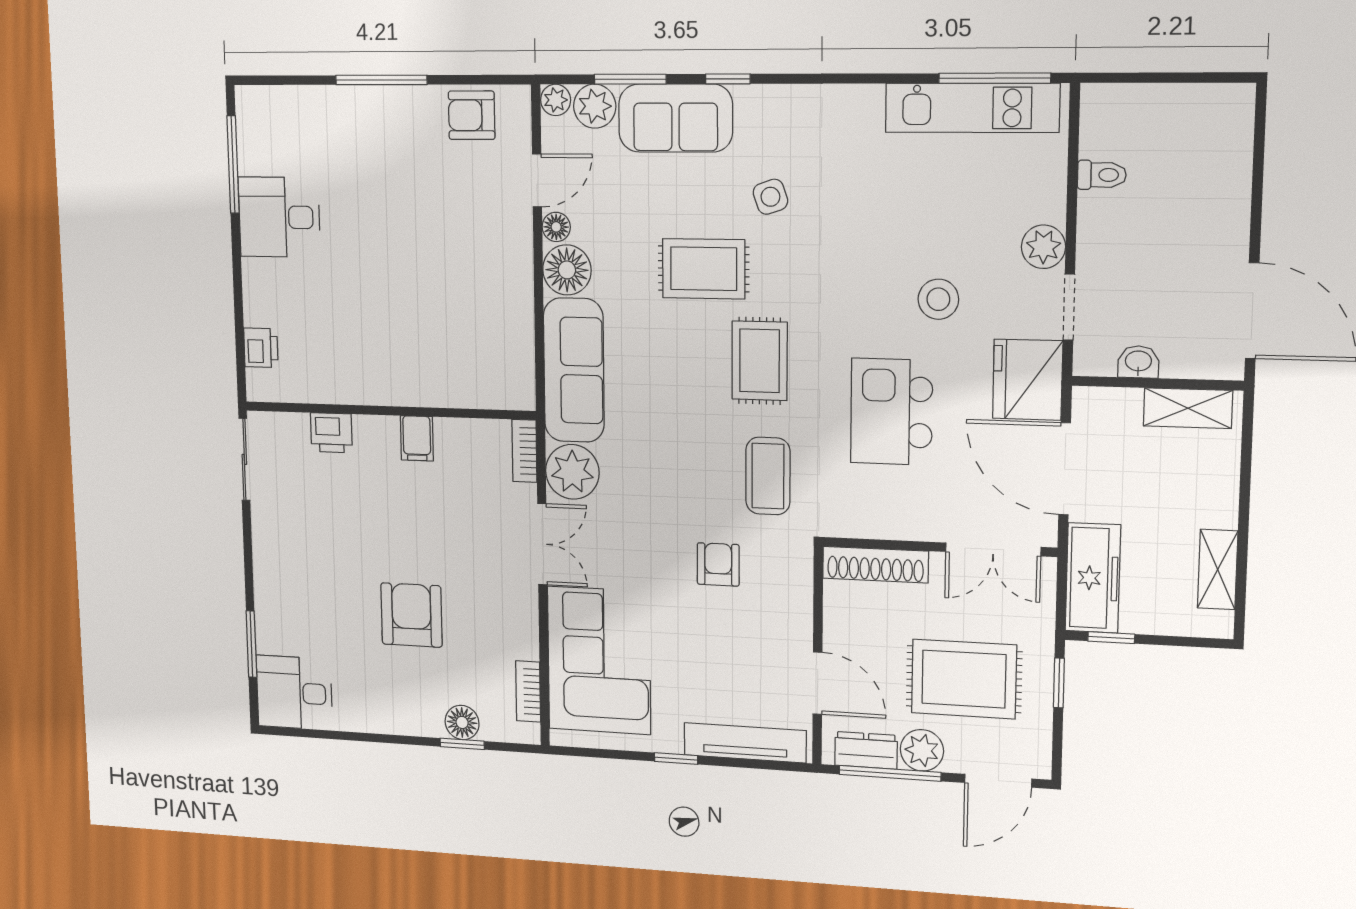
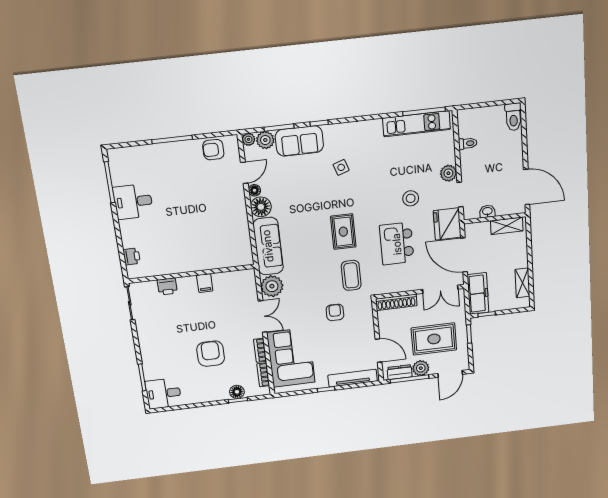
toilet: (1232, 119) -> (513, 117), added
rug: (704, 269) -> (317, 199), removed
bookcase: (524, 451) -> (260, 350), moved

